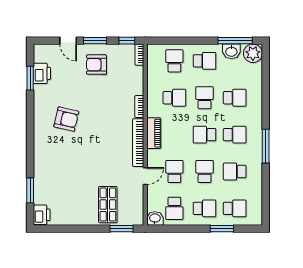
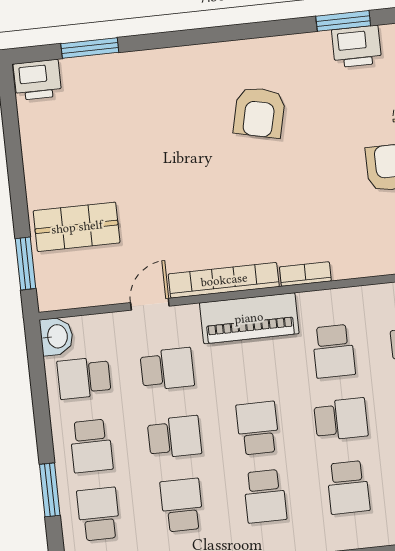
piano: (154, 133) -> (249, 318), width x1.37, depth x1.33
door: (145, 176) -> (150, 304), swing flipped
school desk: (235, 208) -> (98, 514), turned 180

